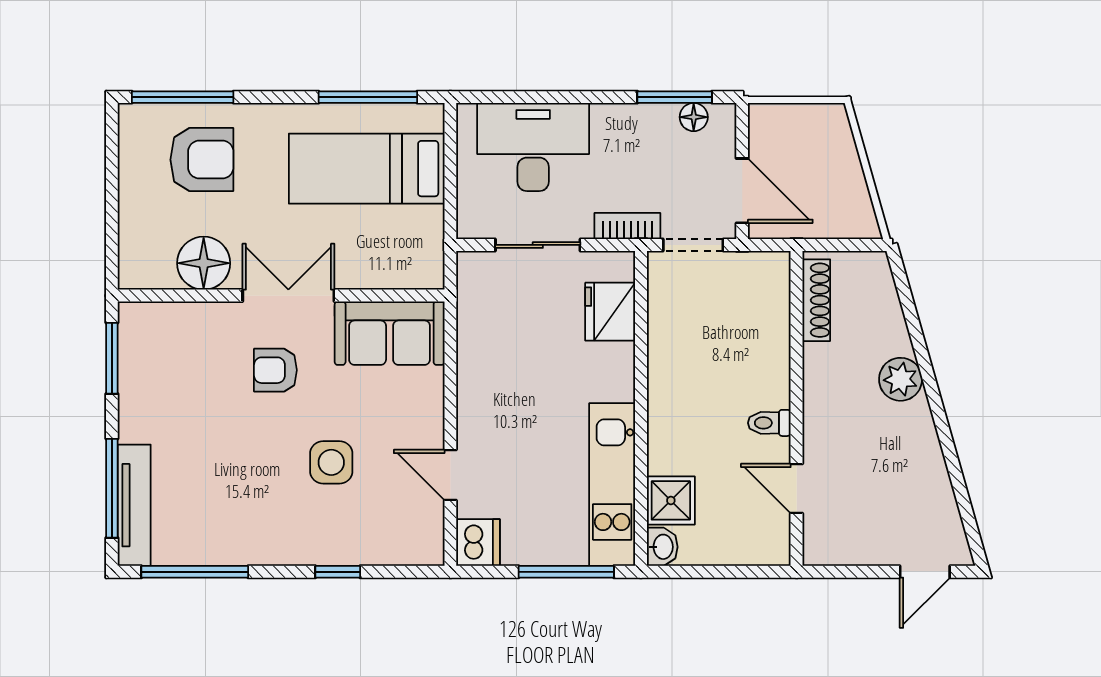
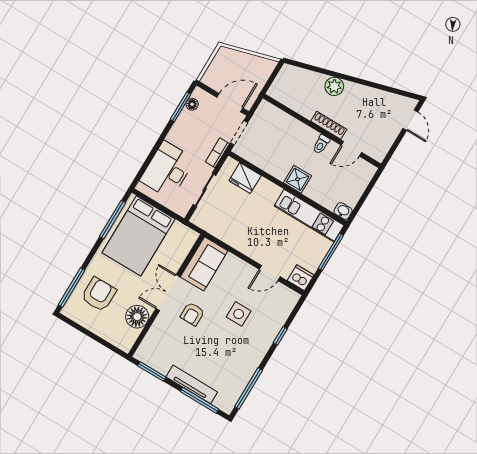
bed: (367, 169) -> (139, 236), width x1.50
shoe rack: (816, 300) -> (329, 125), moved
shower: (671, 500) -> (297, 179), moved
tv unit: (134, 505) -> (192, 384), moved

